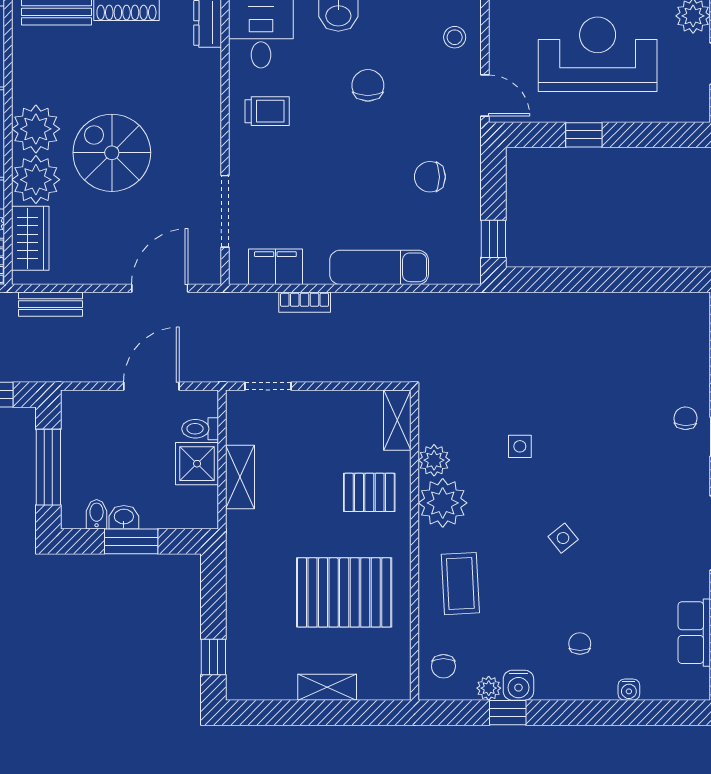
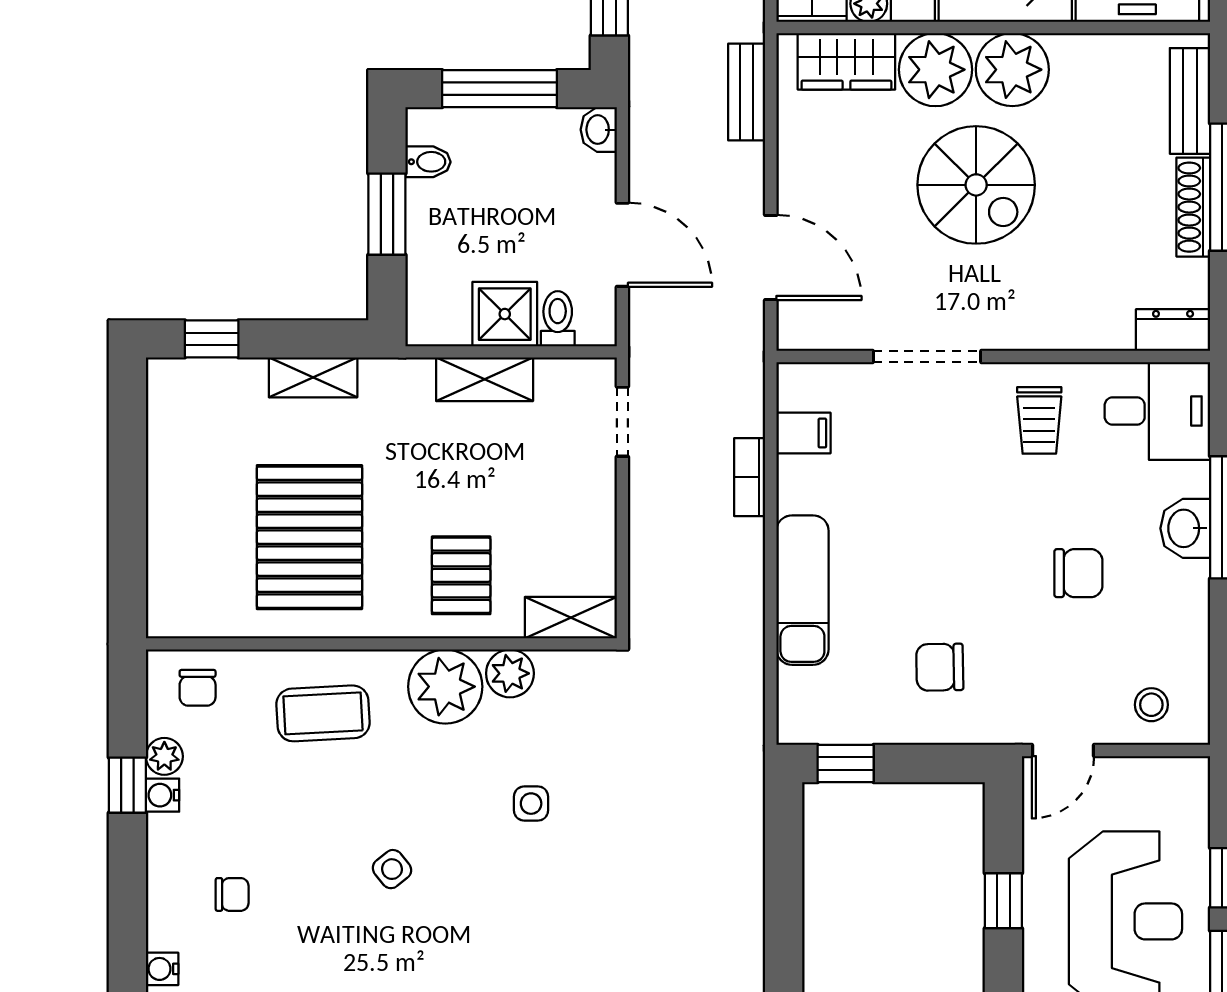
spiral stairs: (112, 153) -> (976, 185), turned 90
chair: (430, 177) -> (940, 667), turned -91
doorway: (225, 211) -> (927, 357), moved
filing cabinet: (275, 267) -> (803, 433), width x0.50
washbasin: (124, 517) -> (599, 130), moved, turned 180
chair: (443, 666) -> (198, 688), turned -90
water cooler: (518, 685) -> (163, 795), width x0.72, depth x0.72
shelving: (327, 687) -> (313, 377), moved, turned 90

